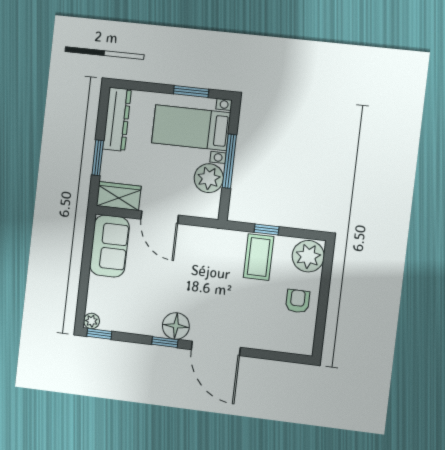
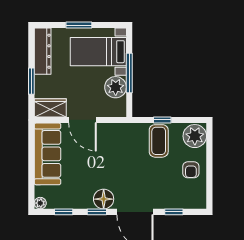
window: (191, 92) -> (79, 25), moved
sofa: (109, 246) -> (47, 154), width x1.36
armchair: (298, 301) -> (191, 170), turned 180
window: (99, 334) -> (64, 212), moved
window: (268, 355) -> (174, 212), added

